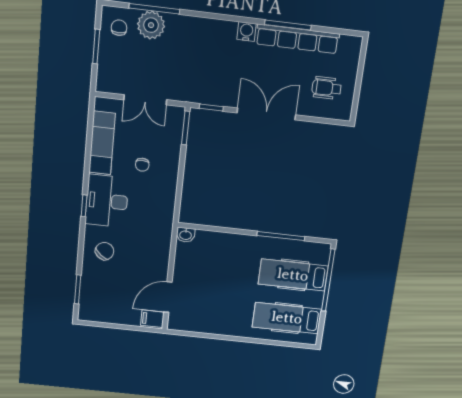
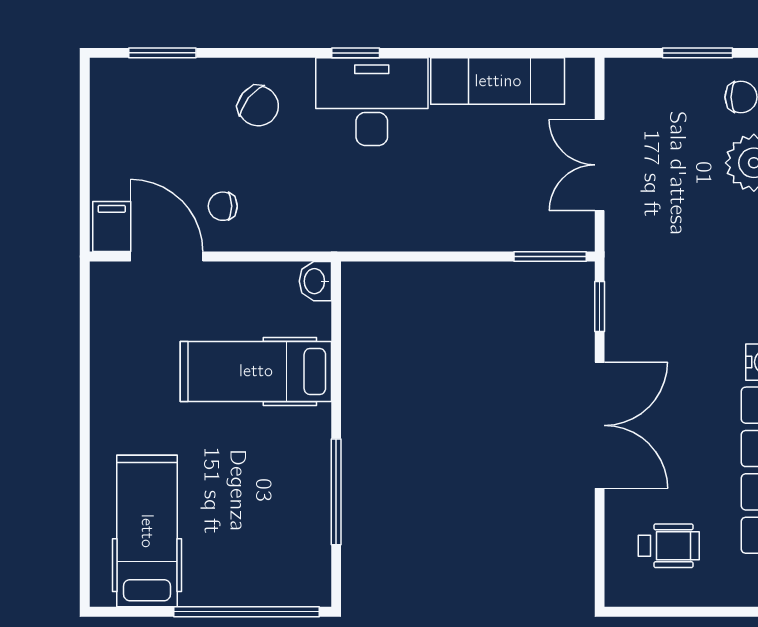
wheelchair: (327, 88) -> (669, 546), turned 90
chair: (142, 165) -> (223, 206), moved
hospital bed: (293, 275) -> (256, 371), moved, turned -90

